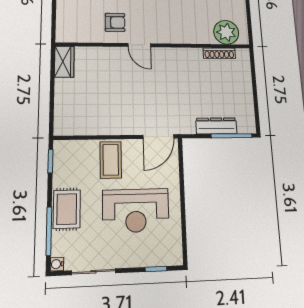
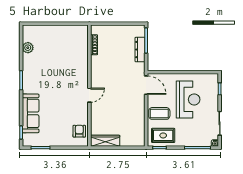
armchair: (115, 22) -> (79, 131), moved
plant: (226, 32) -> (80, 39), removed
wardrobe: (64, 62) -> (105, 141), width x1.50
rug: (67, 209) -> (163, 135), moved

